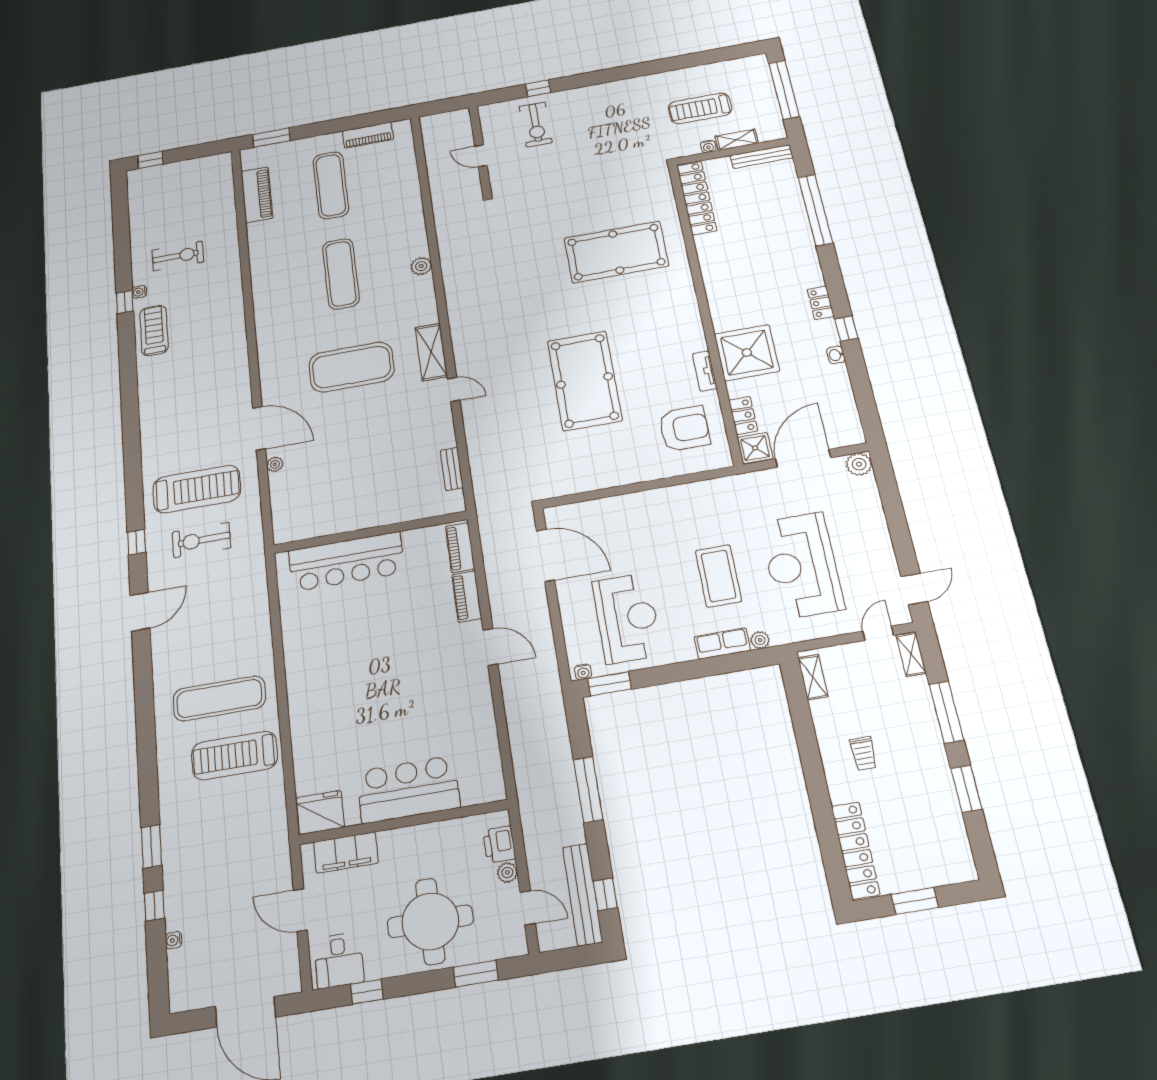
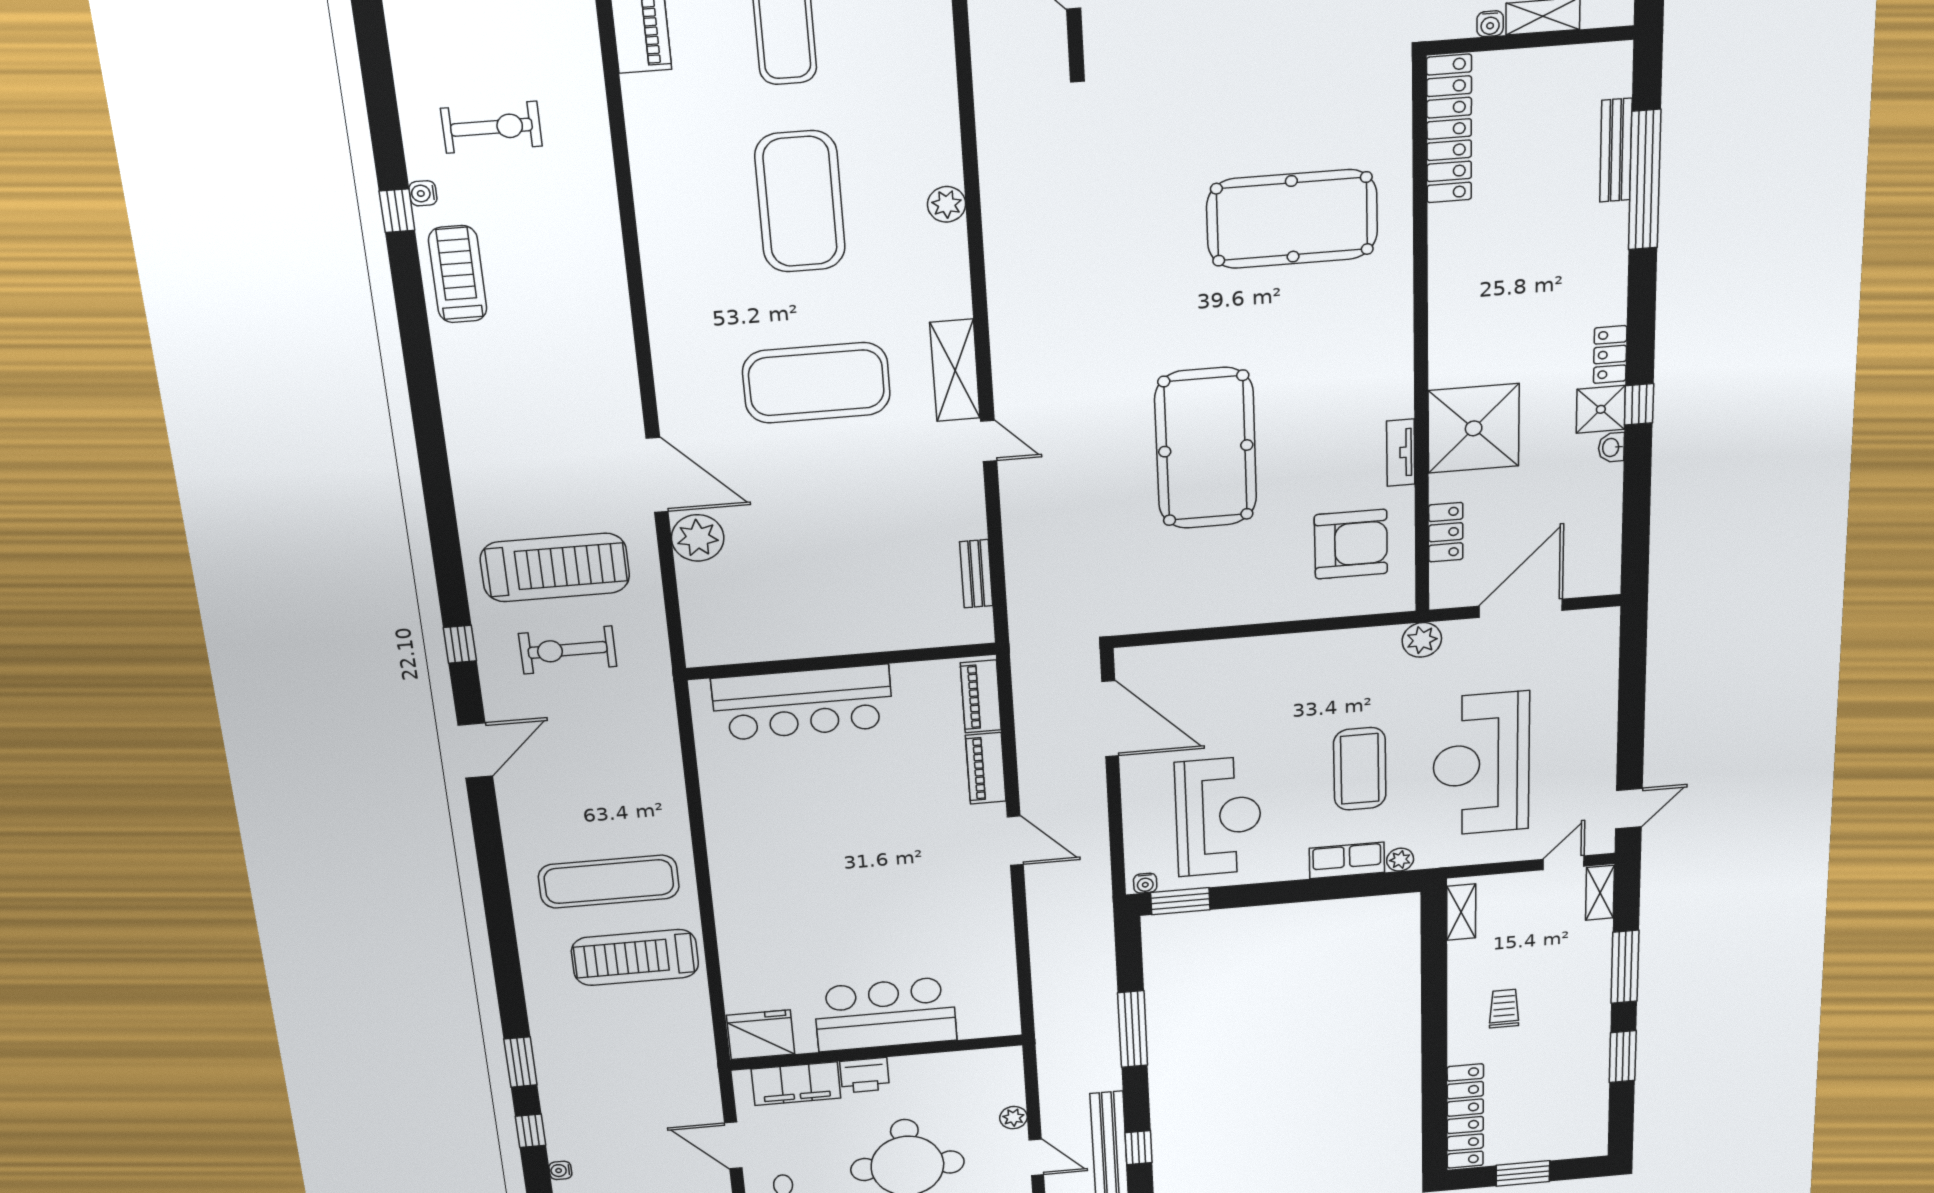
bench: (762, 157) -> (1616, 150), moved, turned 90
exercise mat: (341, 274) -> (800, 202), width x1.47
shower: (755, 448) -> (1601, 409), moved
plant: (275, 464) -> (698, 538), width x1.87, depth x1.87
plant: (859, 464) -> (1422, 640), moved
trolley: (863, 753) -> (1504, 1009), turned 180
printer: (499, 844) -> (865, 1075), moved, turned -90

